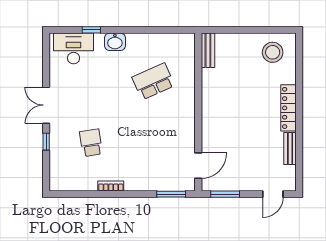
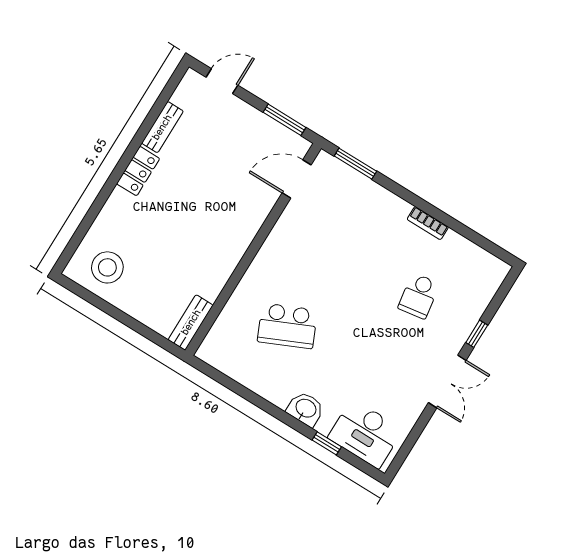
locker: (288, 108) -> (138, 171), width x0.66

